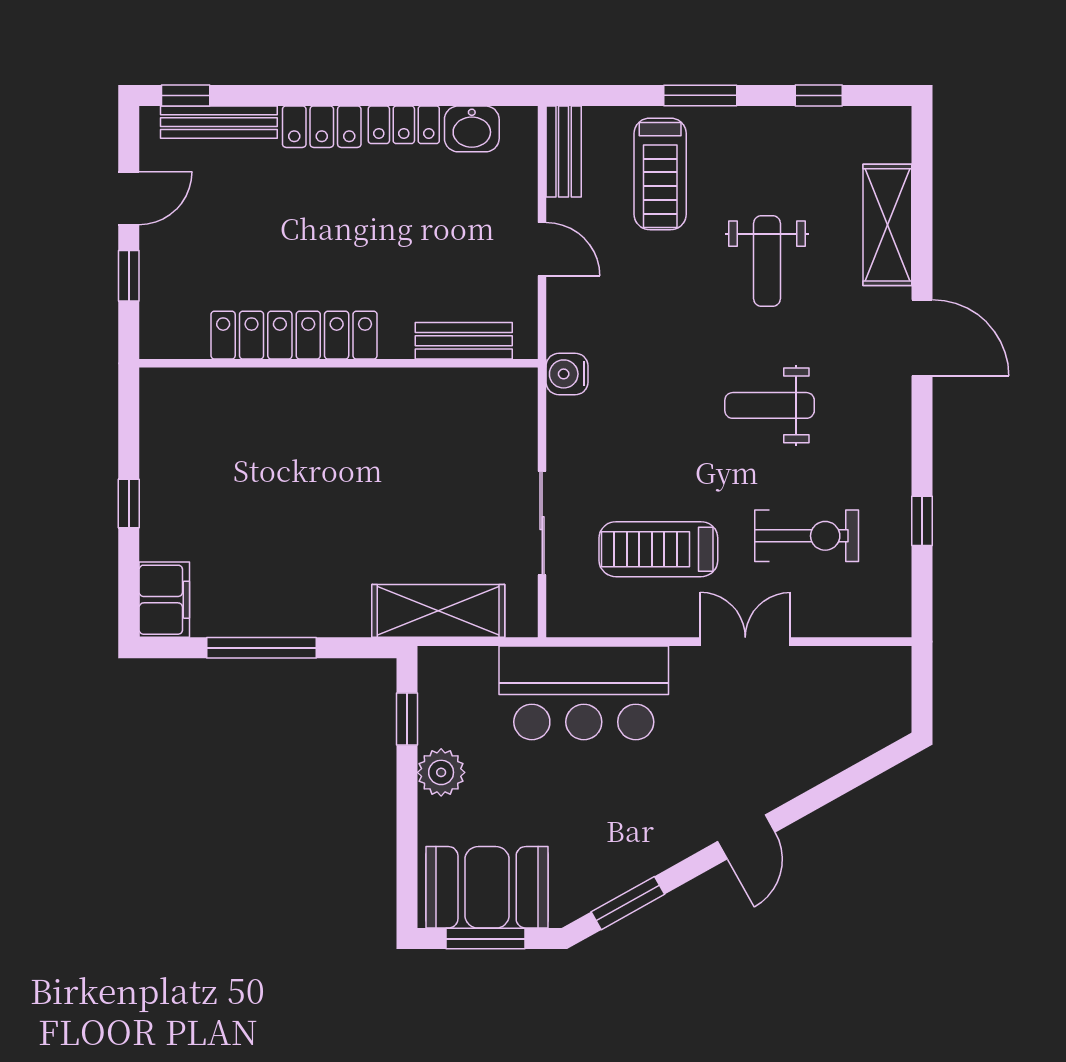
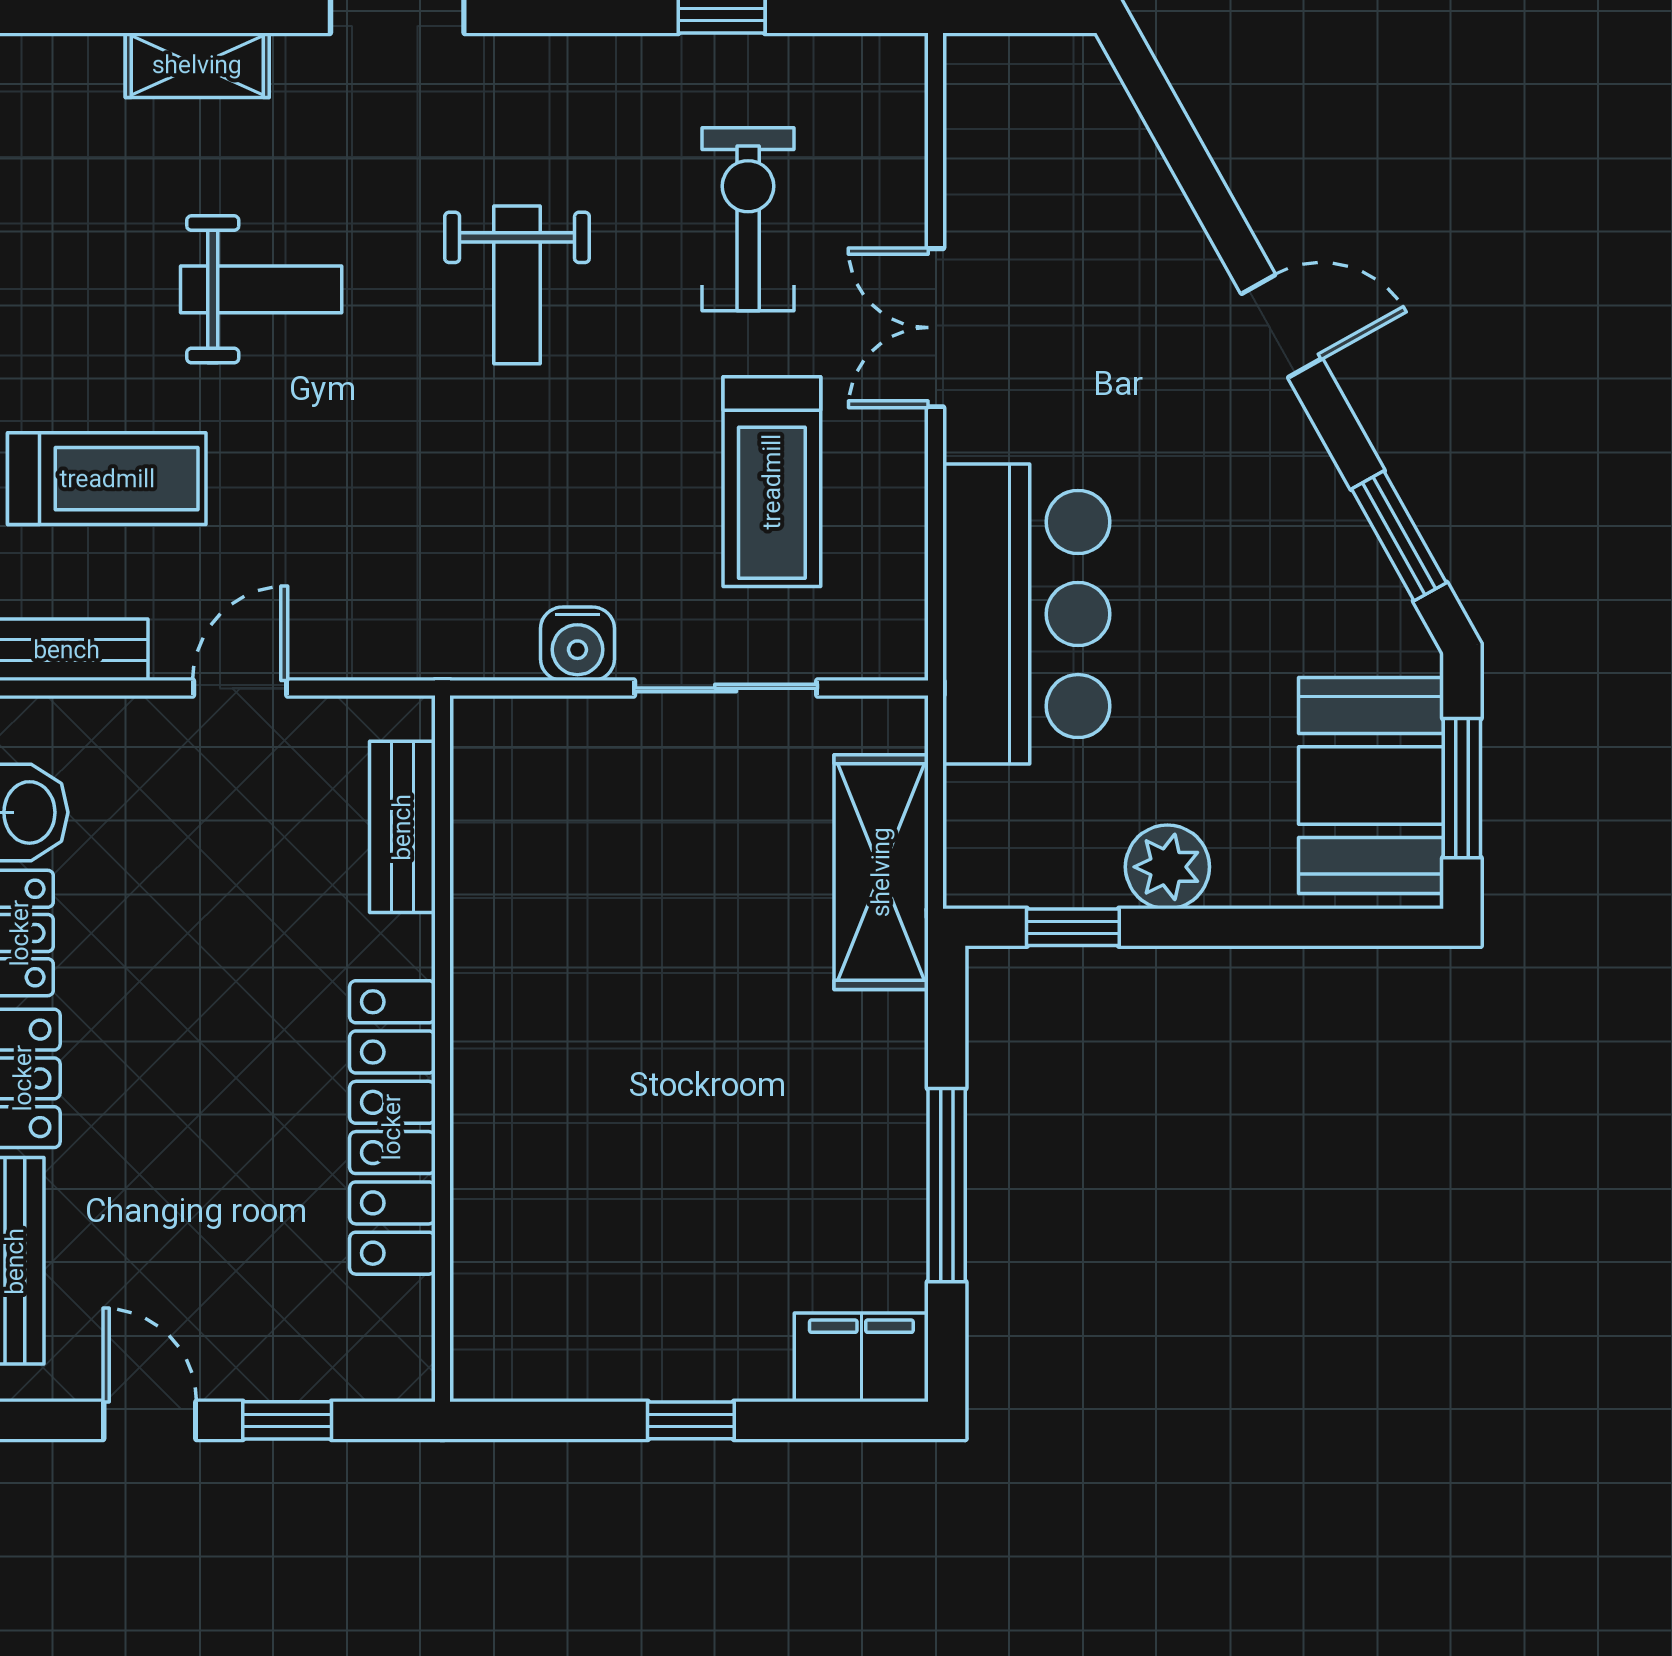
shelving: (887, 225) -> (197, 65), width x0.67, depth x0.75
water cooler: (567, 374) -> (577, 644), moved

